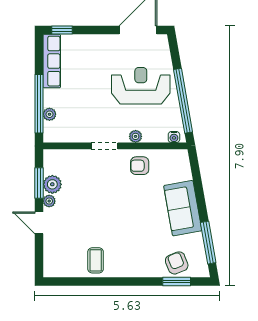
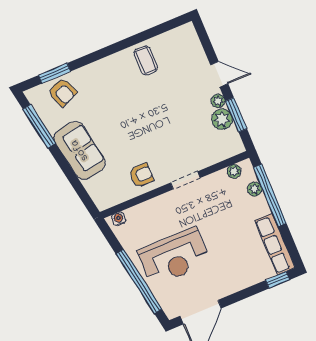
window: (183, 101) -> (139, 281), moved
plant: (136, 136) -> (234, 171), moved

